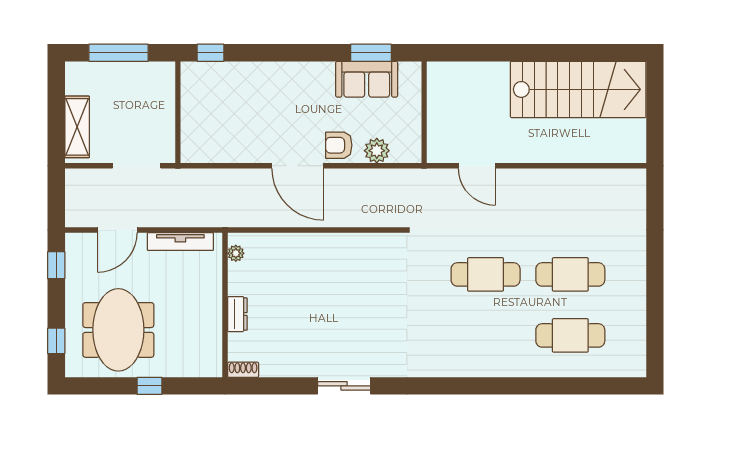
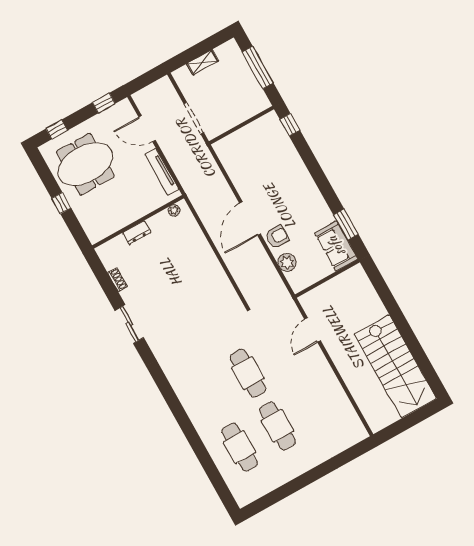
sofa: (367, 79) -> (336, 246), moved
shelving: (77, 127) -> (202, 62), width x0.67, depth x0.75
armchair: (339, 145) -> (277, 237), turned 90
shoe rack: (243, 370) -> (117, 280), moved

